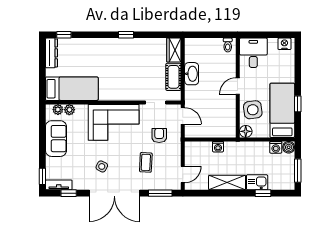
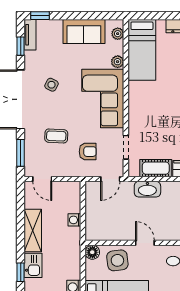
washbasin: (192, 74) -> (147, 189), moved
plant: (69, 110) -> (118, 62), moved

